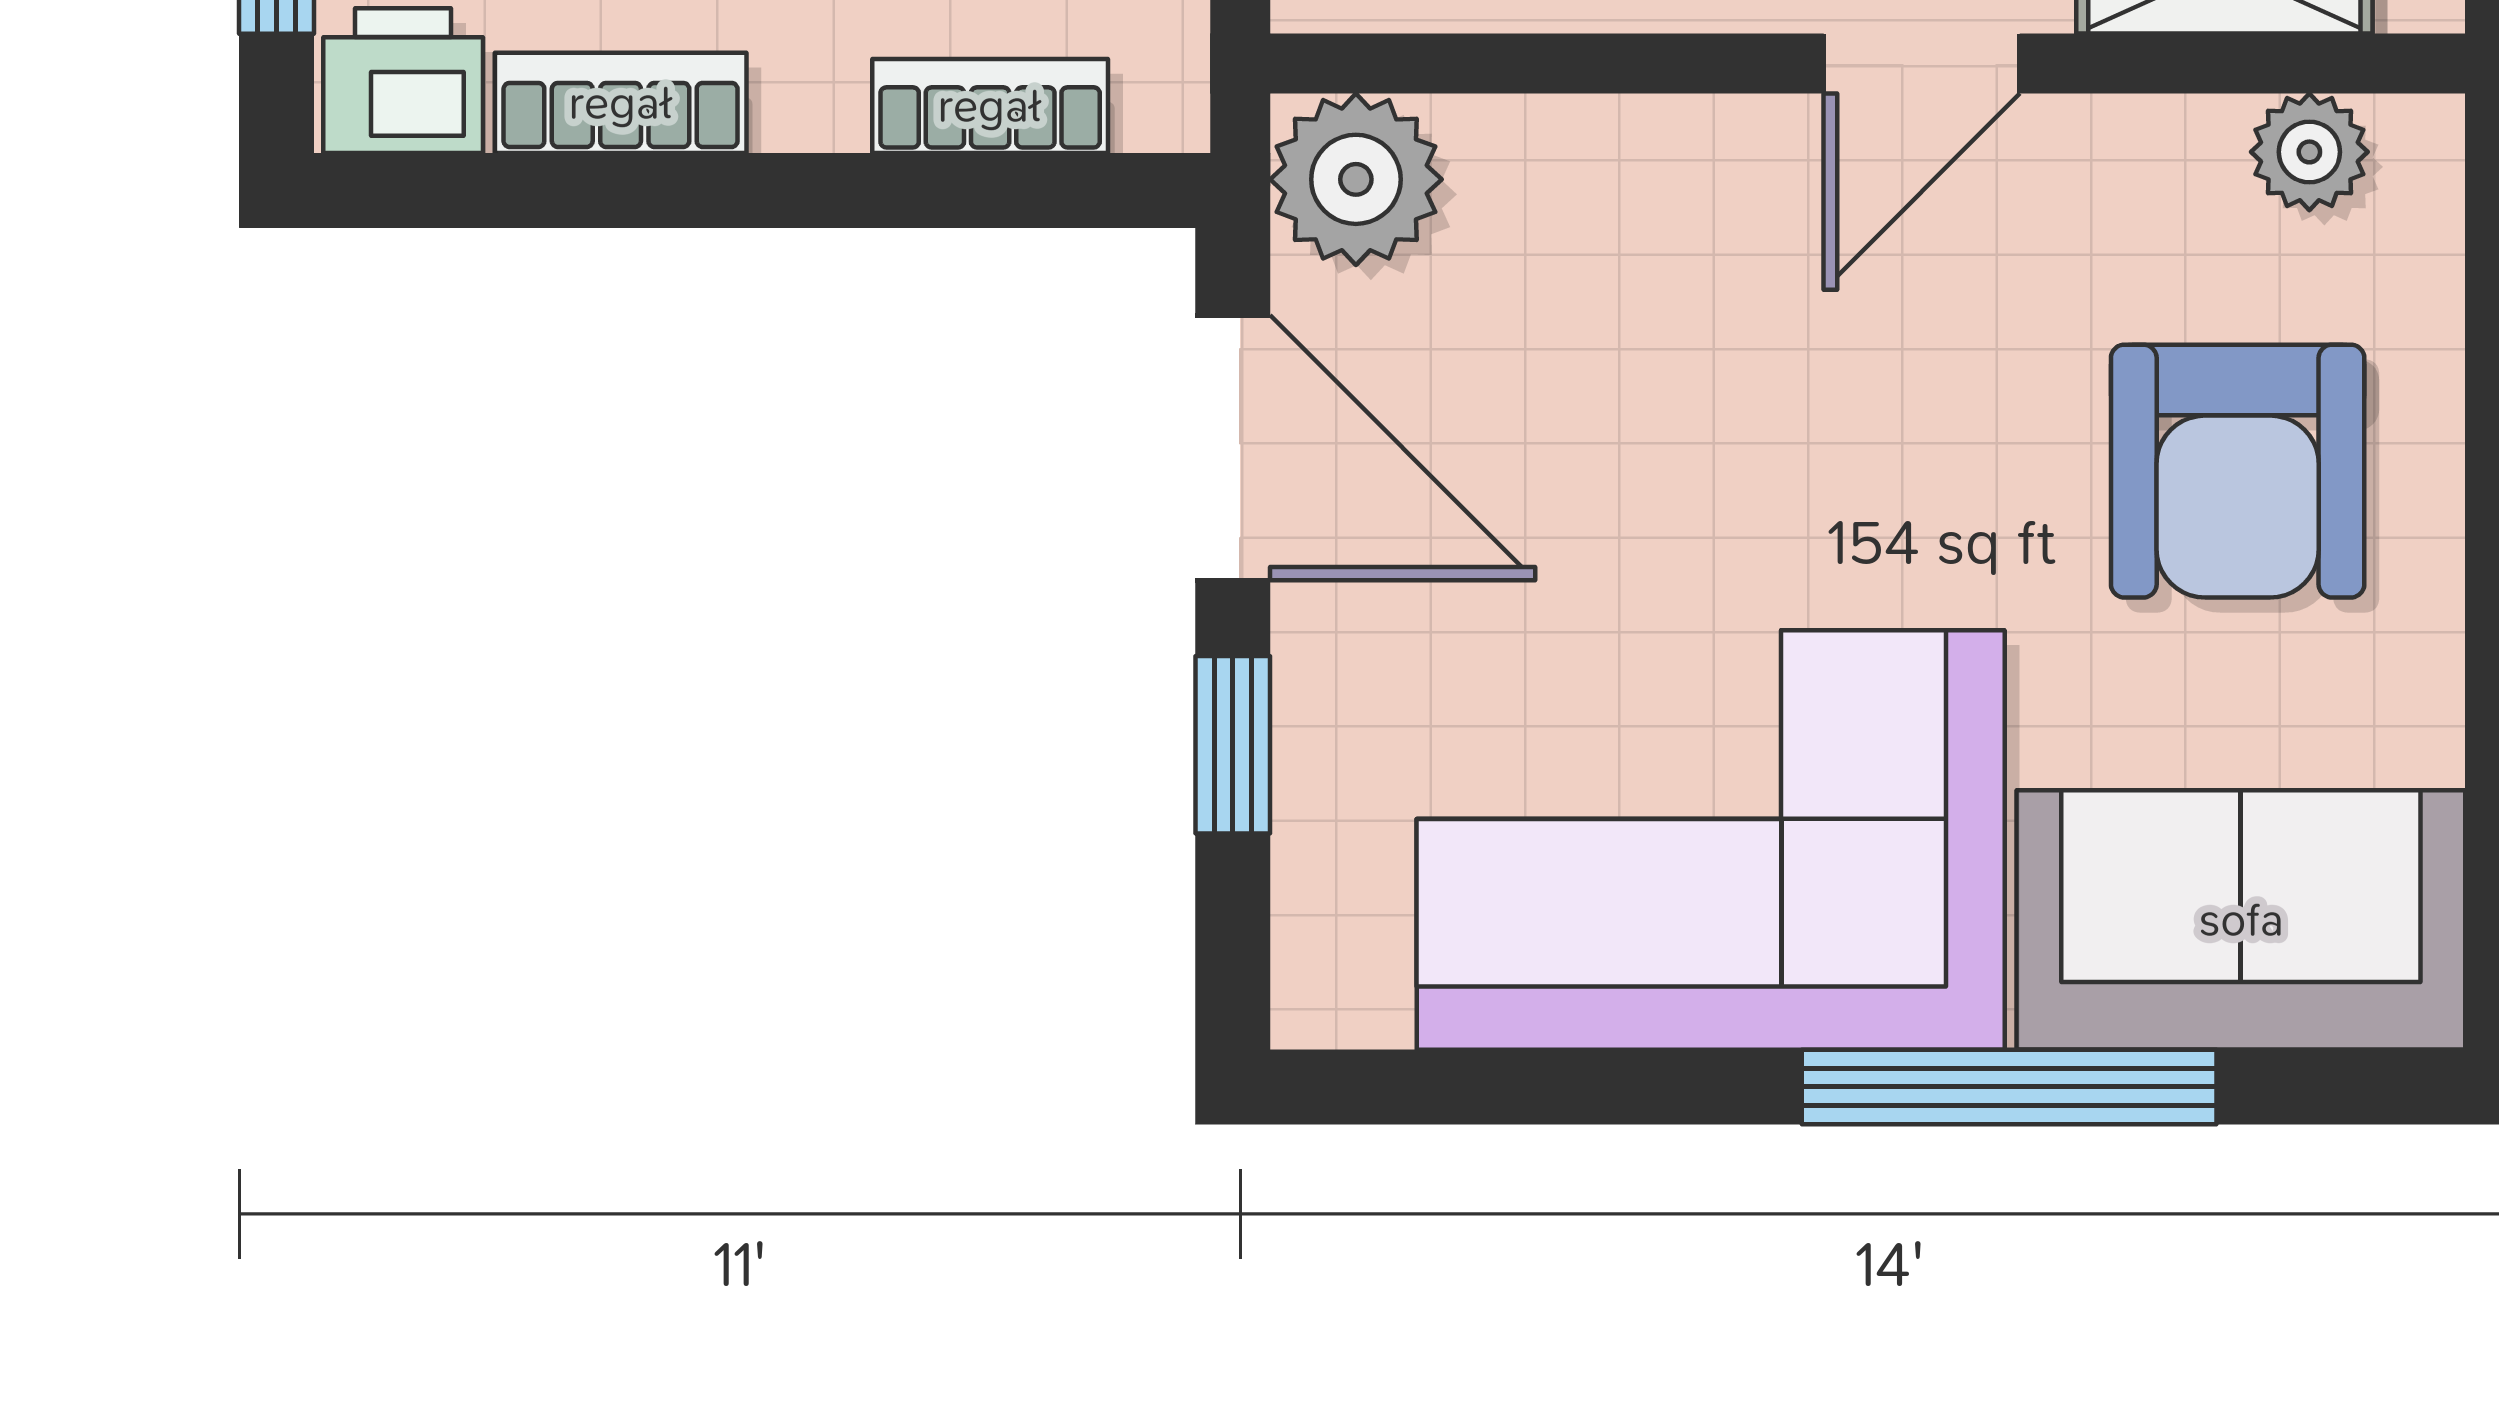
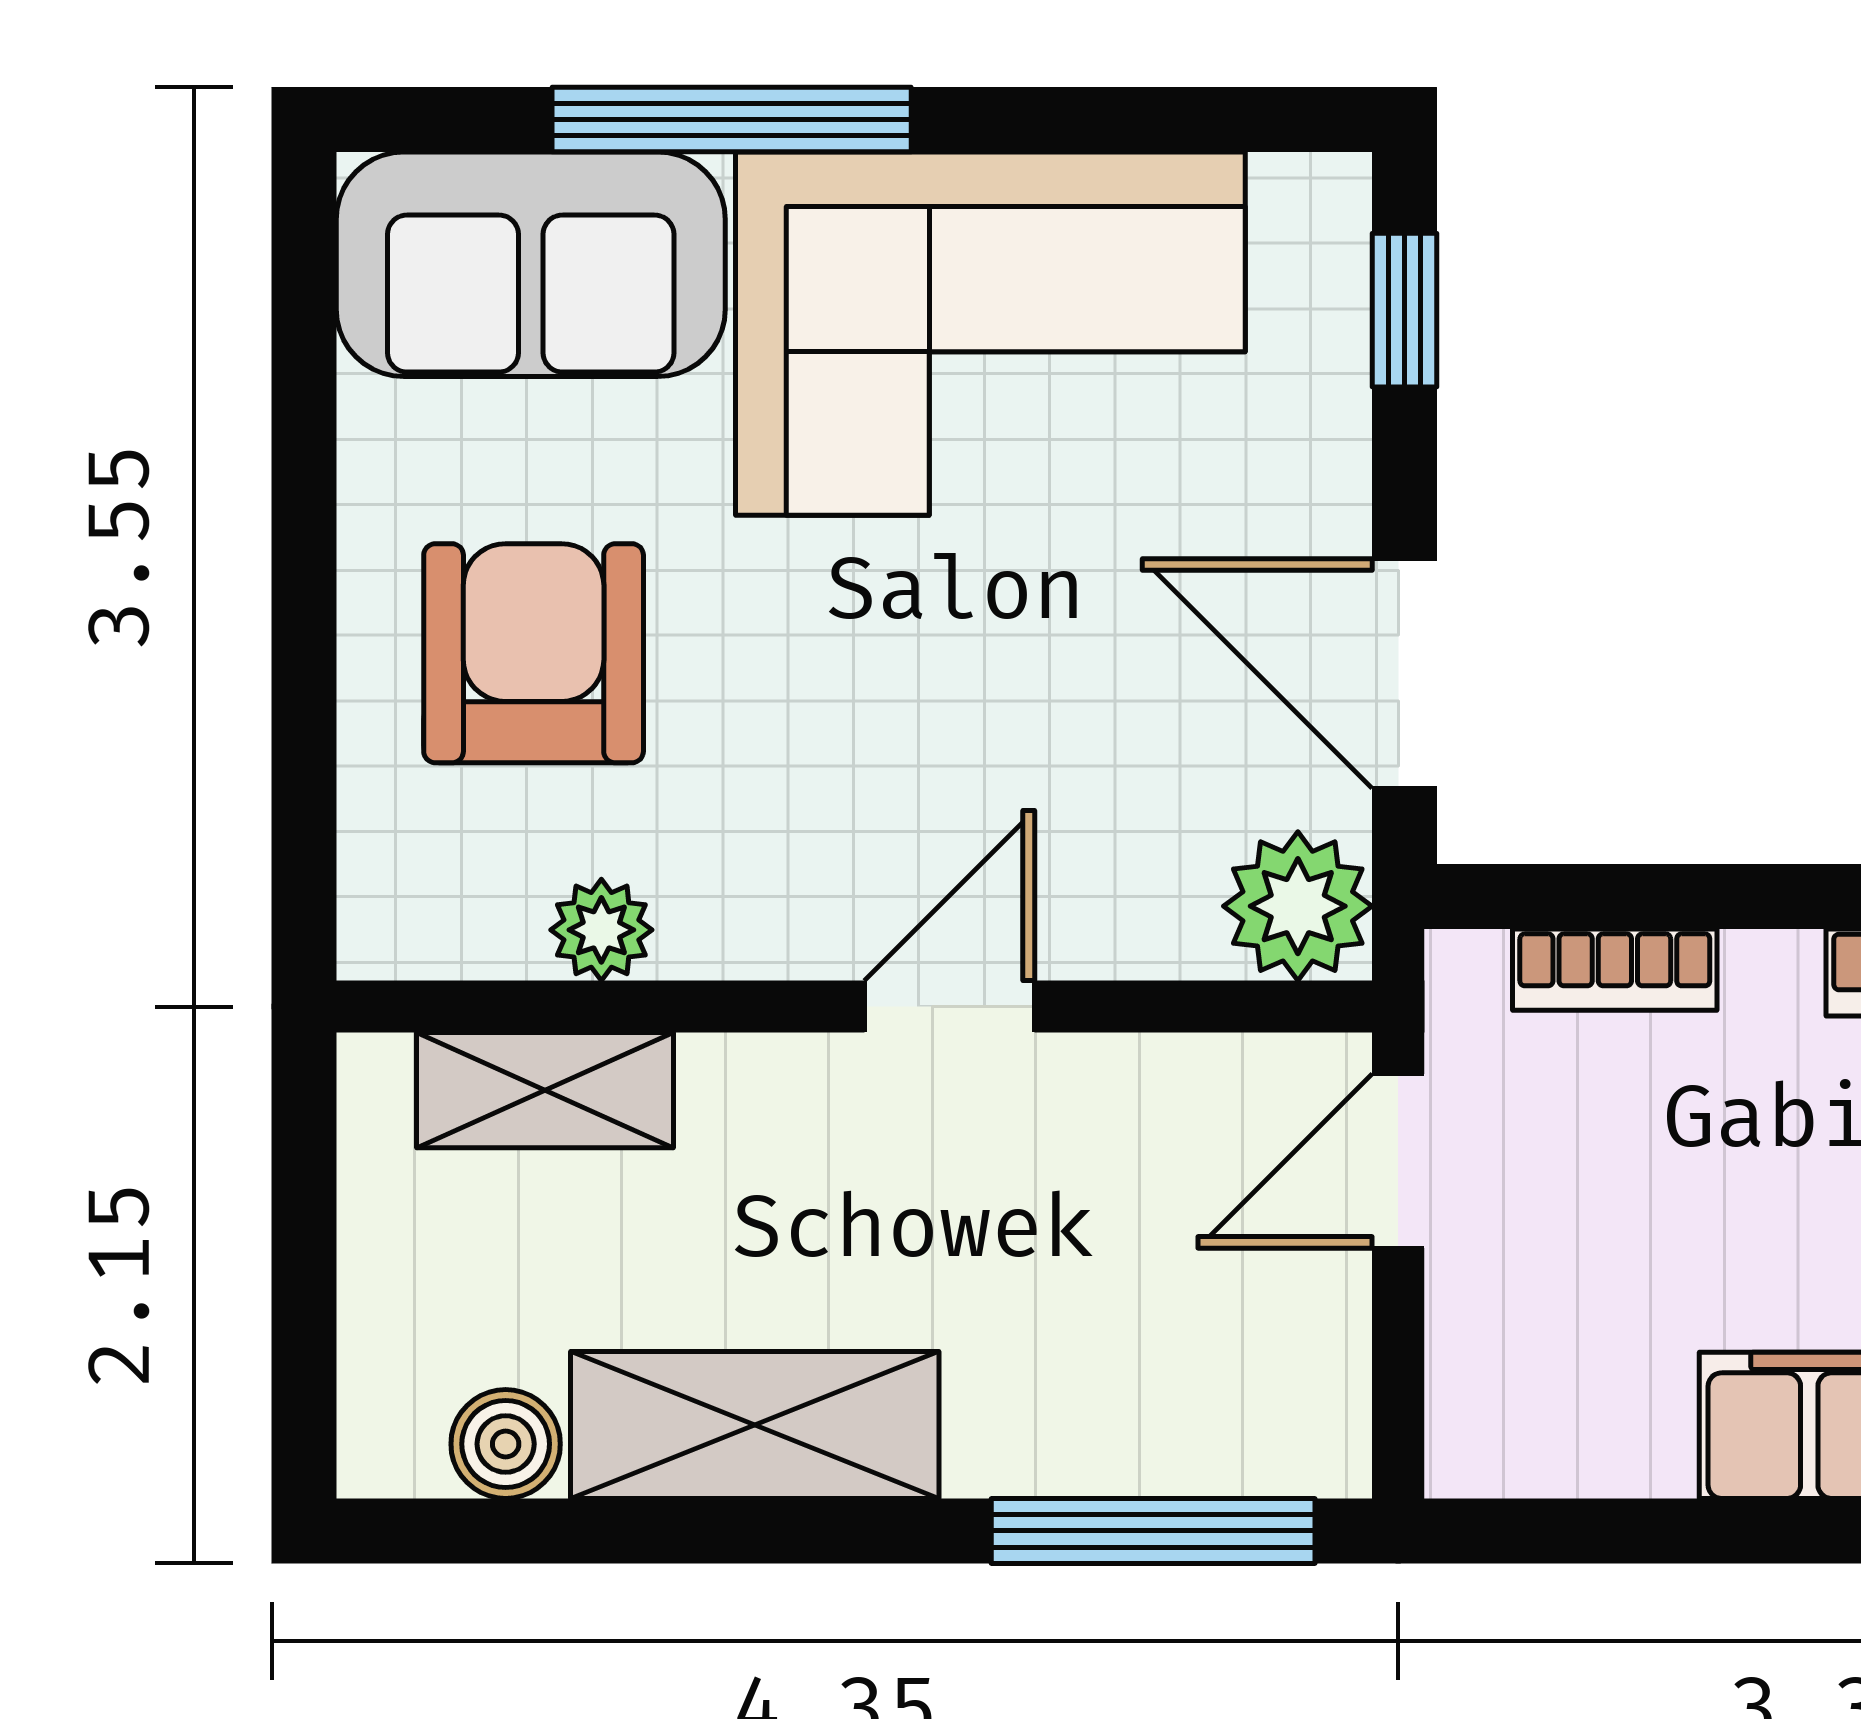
door: (1922, 64) -> (949, 1007), moved
plant: (2309, 152) -> (601, 930), moved
window: (1233, 745) -> (1405, 310), moved

